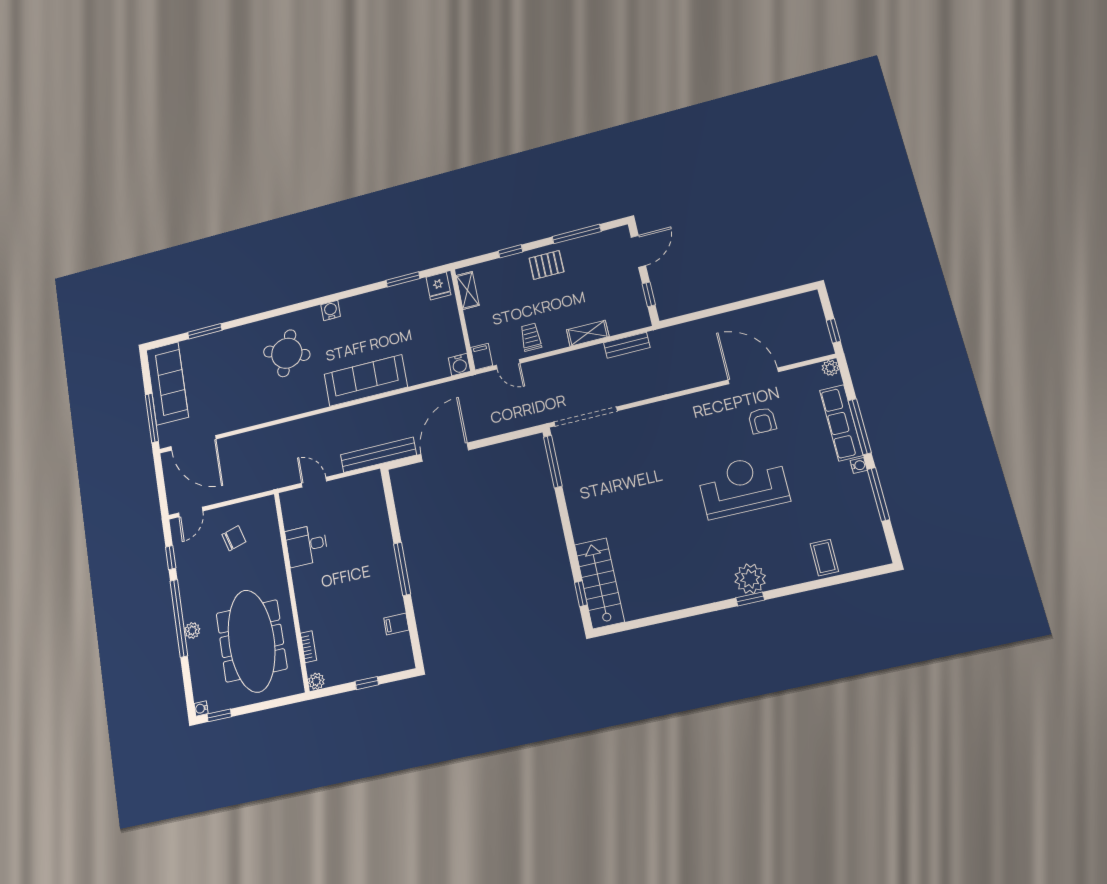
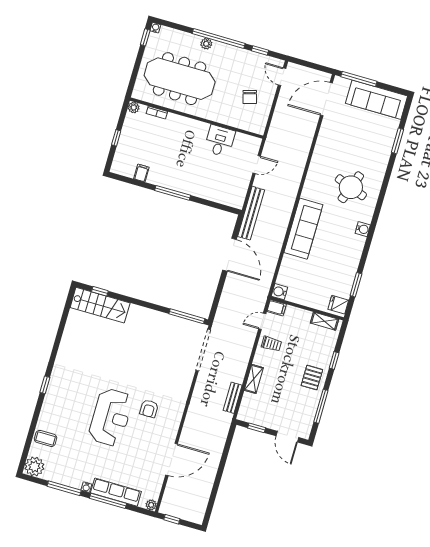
armchair: (762, 421) -> (149, 409), moved, turned -90
plant: (750, 579) -> (34, 467), moved

